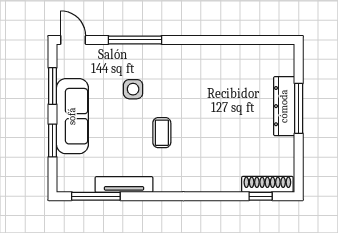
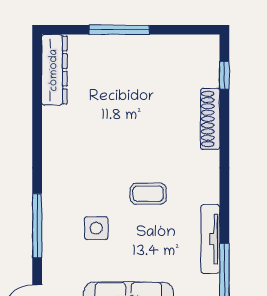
dresser: (284, 106) -> (54, 70), moved, turned -90
shoe rack: (267, 184) -> (210, 119), moved

